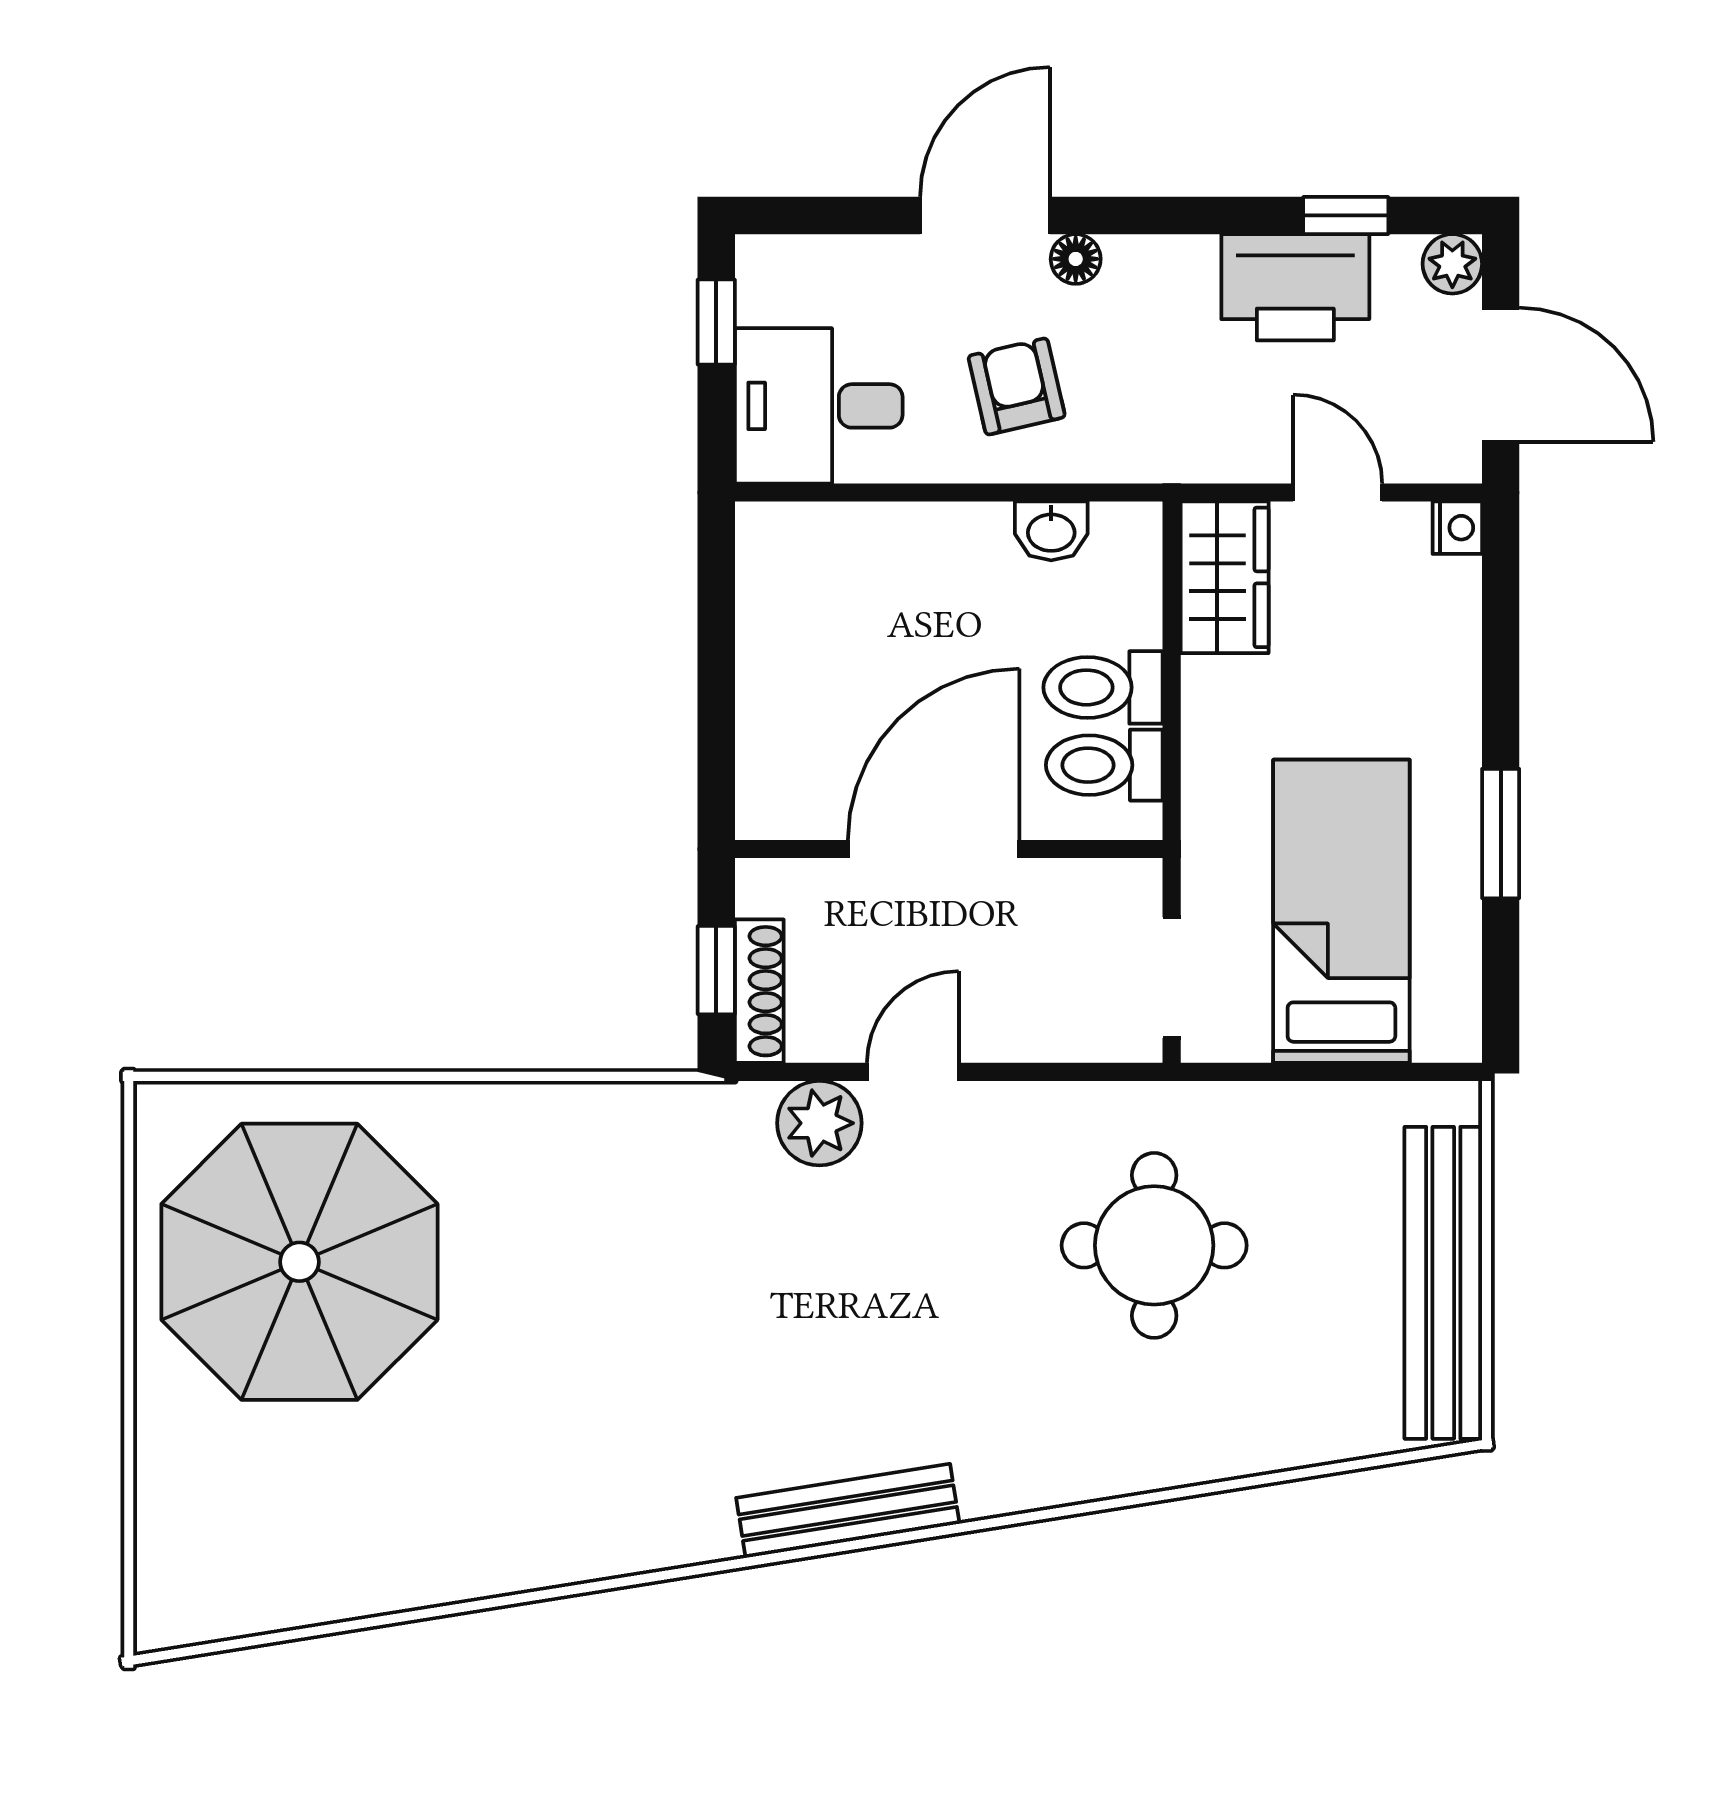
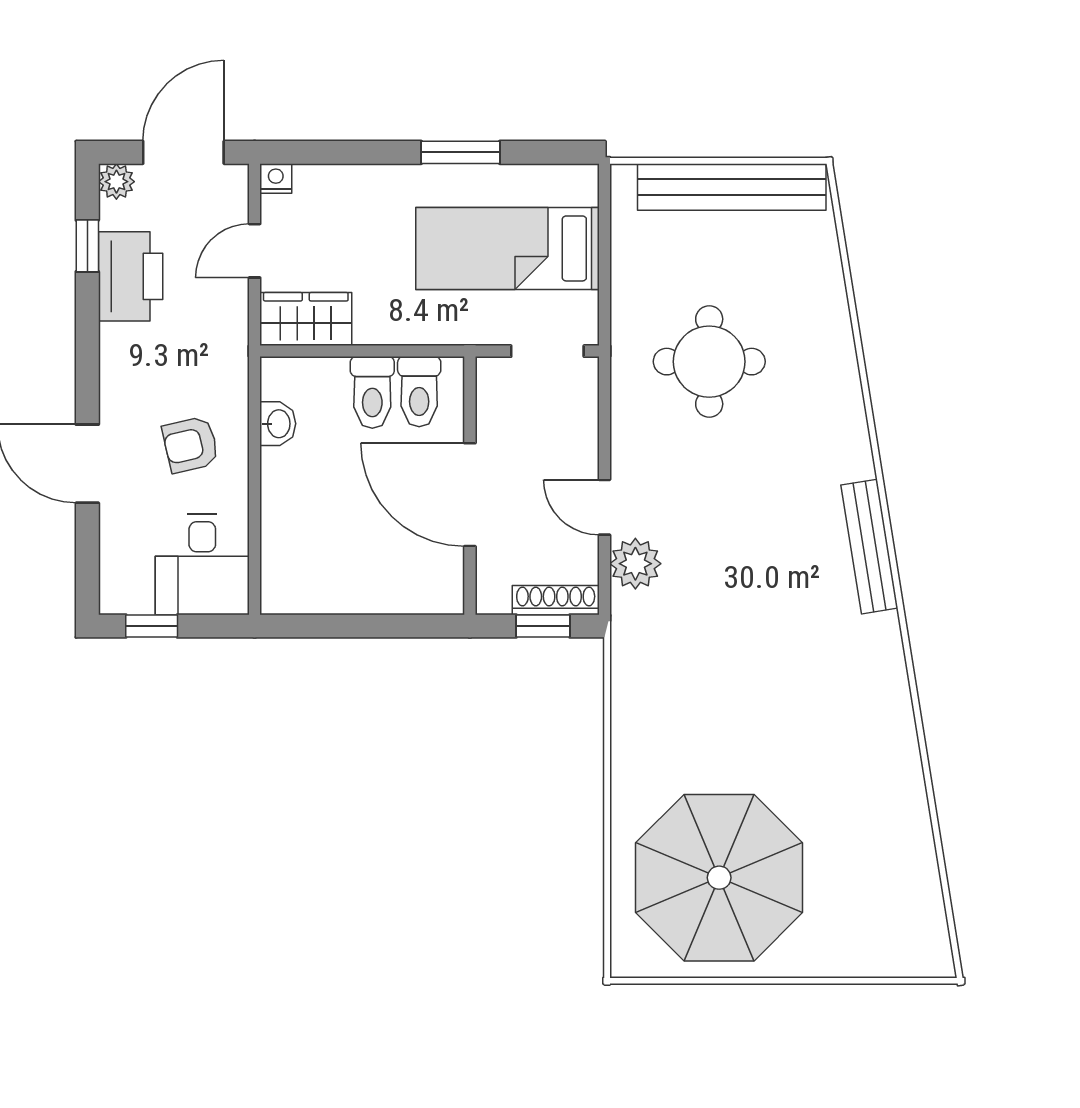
floor lamp: (1076, 259) -> (114, 409), removed

